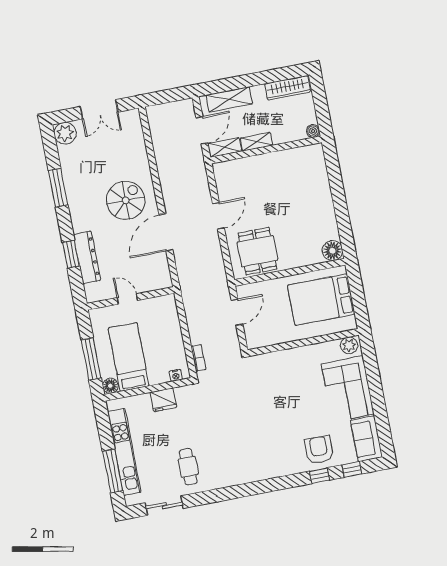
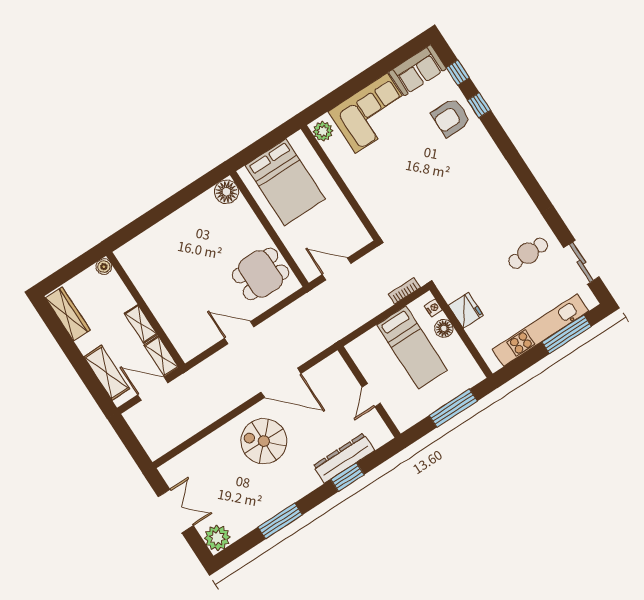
bed: (129, 357) -> (412, 348), moved, turned -90
floor lamp: (110, 386) -> (444, 328), moved

